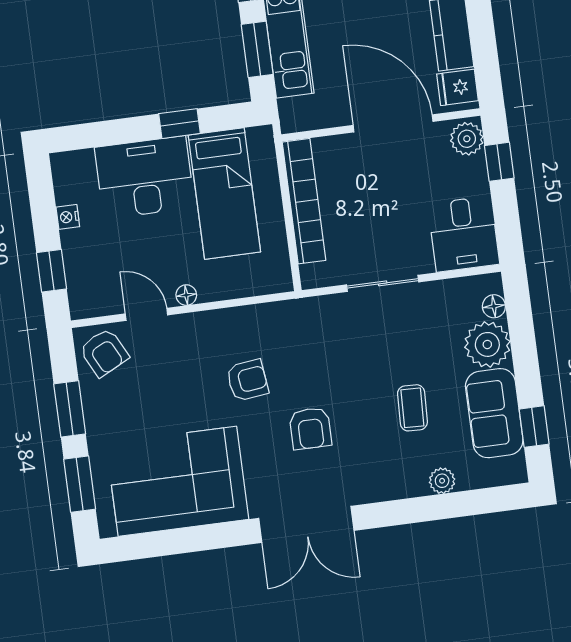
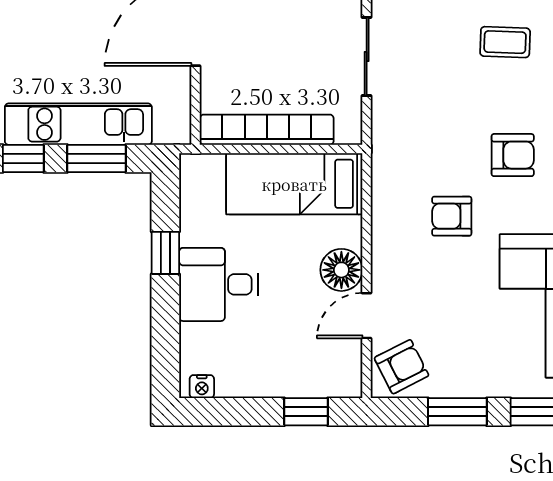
desk: (145, 177) -> (219, 284), width x0.73
bed: (224, 194) -> (294, 184), moved, turned 180
nightstand: (68, 217) -> (202, 387), moved
floor lamp: (186, 295) -> (341, 270), width x1.89, depth x1.89
armchair: (247, 380) -> (452, 216), turned -83

